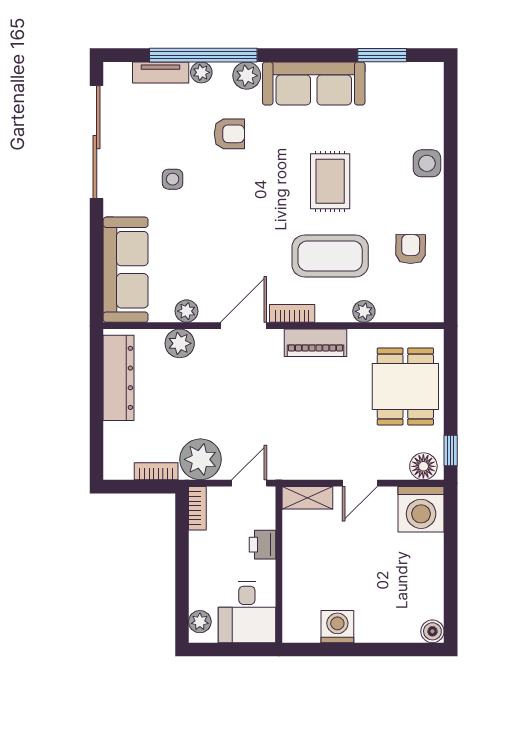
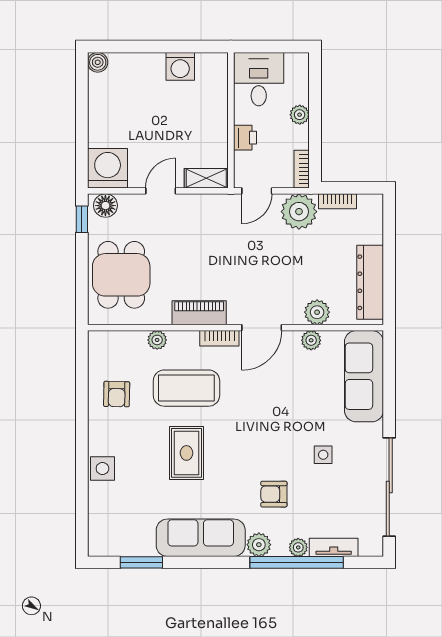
plant: (200, 622) -> (300, 115), moved

